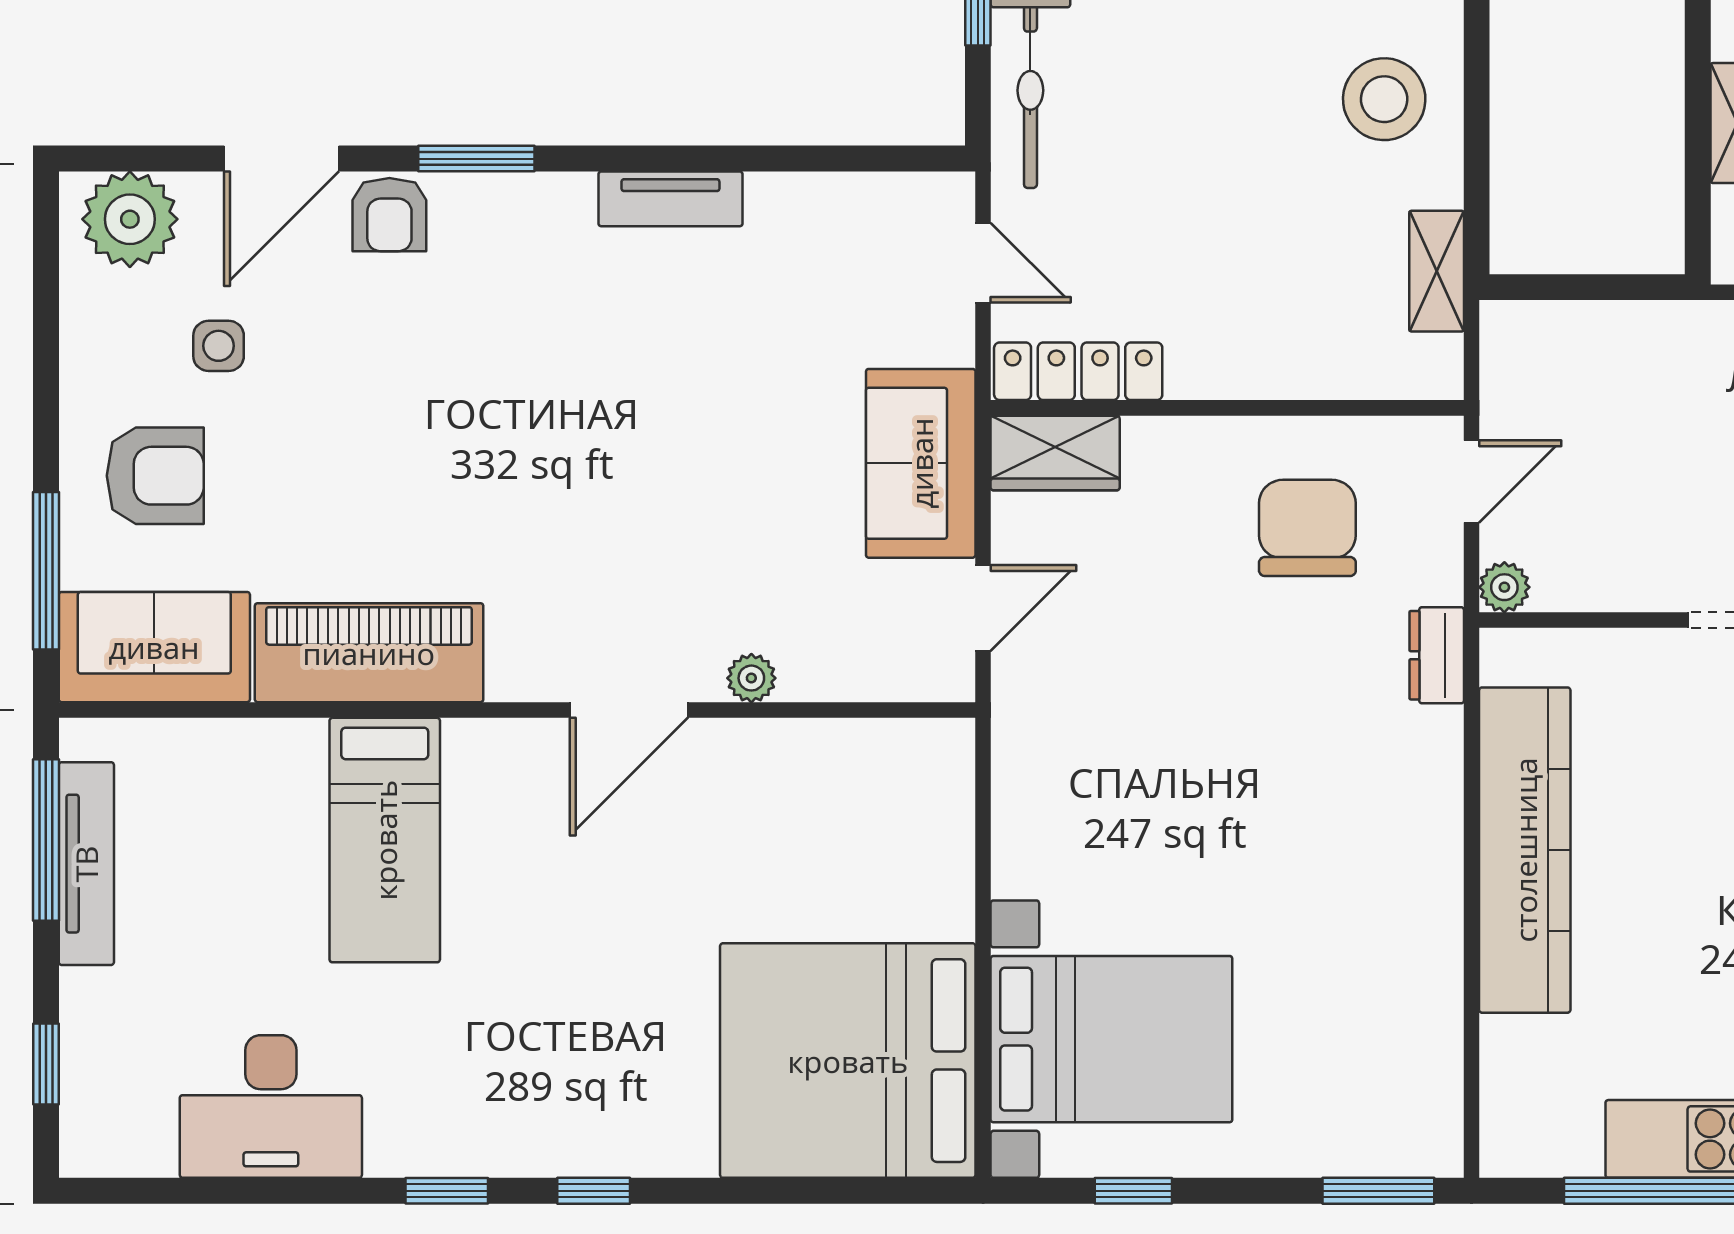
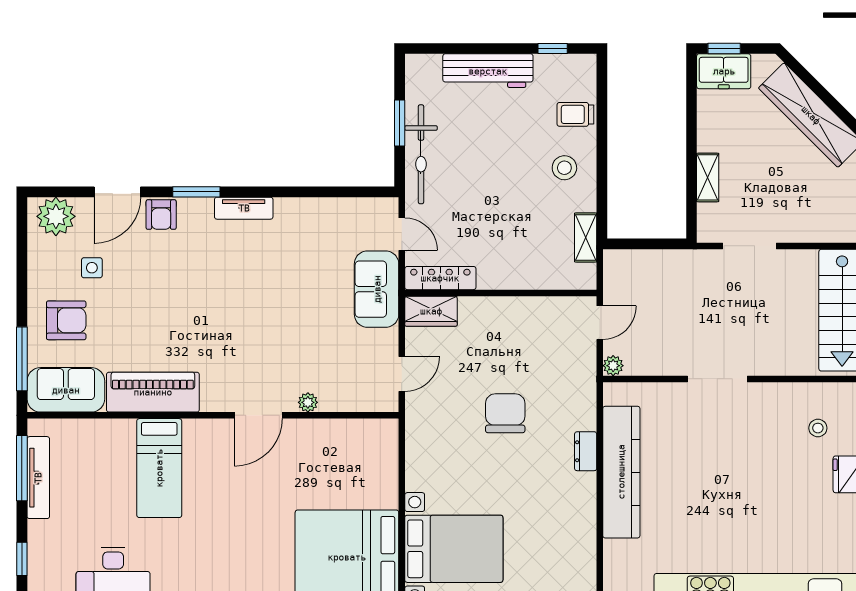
stool: (1384, 99) -> (564, 168), width x0.73, depth x0.73
tv unit: (670, 199) -> (244, 208), moved
sofa: (921, 463) -> (377, 289), moved
chair: (1307, 528) -> (505, 413), moved
dresser: (1437, 655) -> (586, 451), moved

